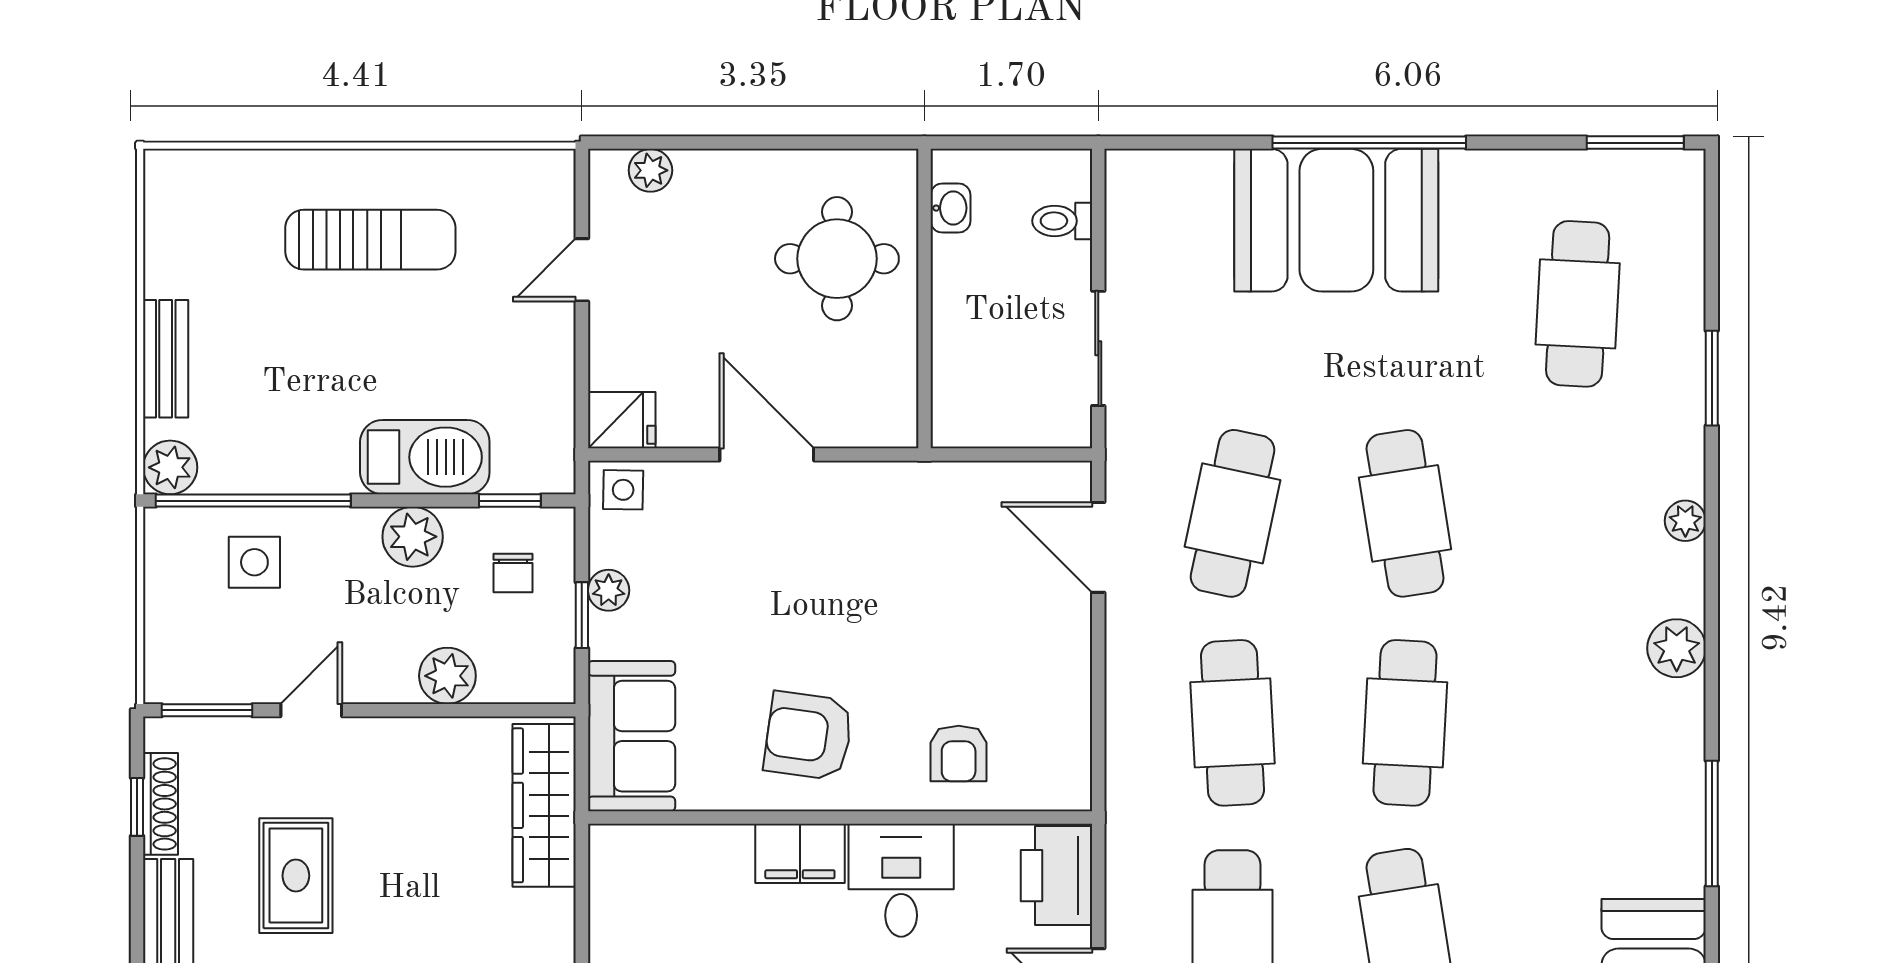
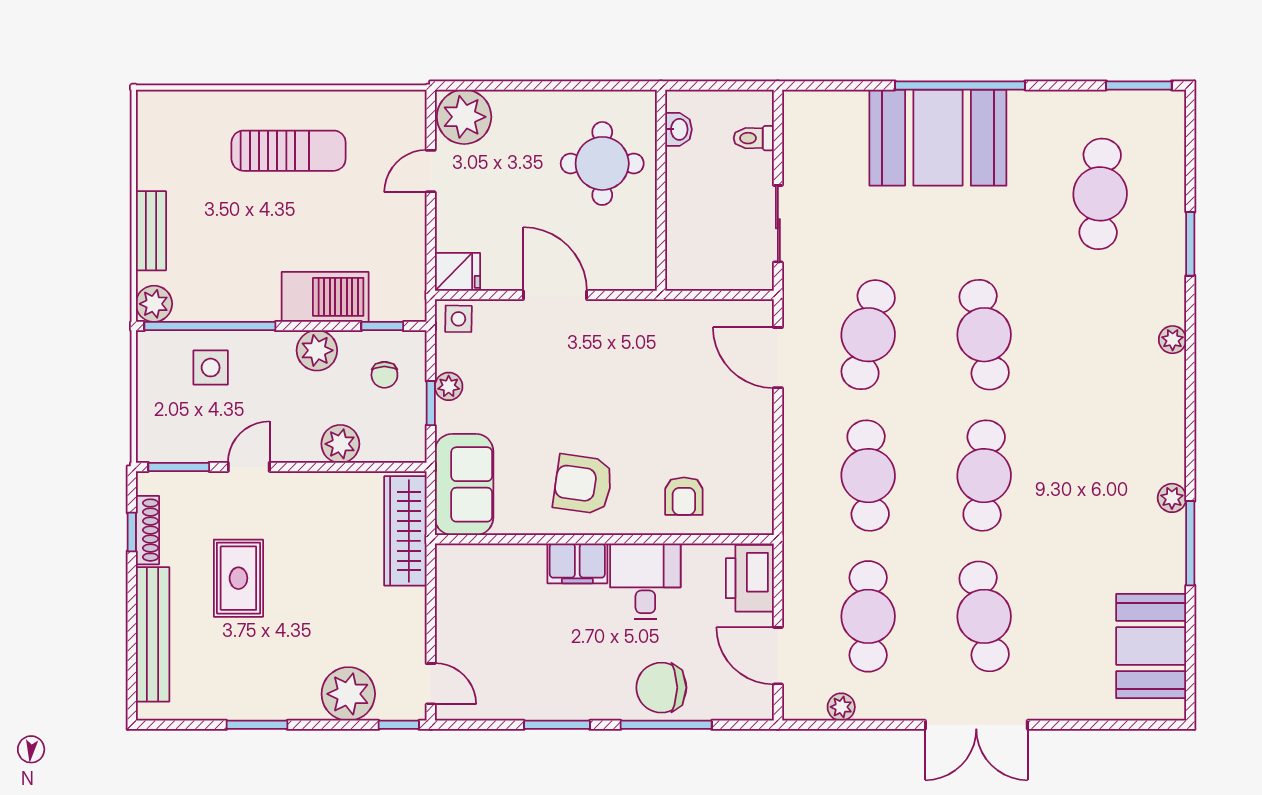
plant: (650, 170) -> (464, 117), width x1.88, depth x1.88
plant: (1677, 648) -> (1172, 498), moved, width x0.73, depth x0.73

